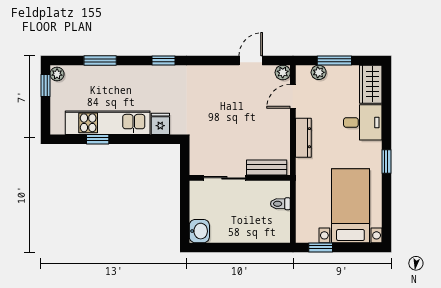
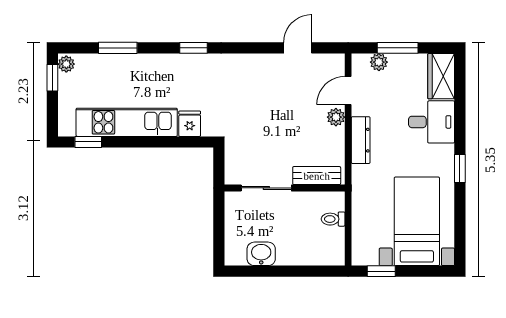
plant: (283, 73) -> (336, 117), moved
window: (98, 139) -> (88, 142), moved
washbasin: (199, 231) -> (261, 254), moved, turned -90

